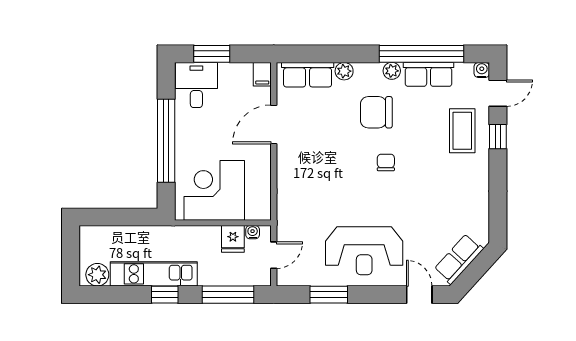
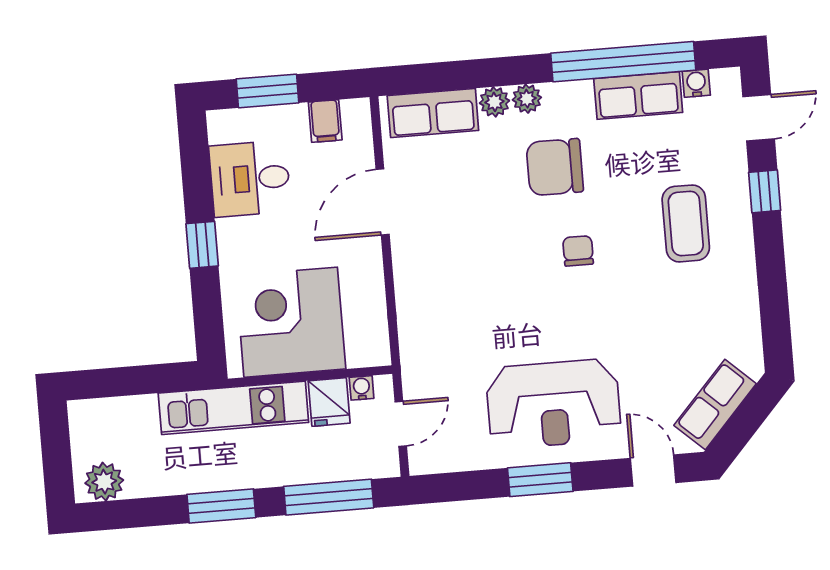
water cooler: (482, 70) -> (696, 83), moved
plant: (392, 71) -> (527, 99), moved
filing cabinet: (262, 74) -> (325, 121), moved
desk: (196, 85) -> (250, 179), moved, turned -90
coffee table: (462, 131) -> (686, 223), moved
window: (166, 141) -> (202, 245), width x0.32
kitchen unit: (154, 274) -> (233, 408), moved, turned 180
window: (165, 295) -> (221, 506), width x1.50
window: (329, 295) -> (540, 480), moved

